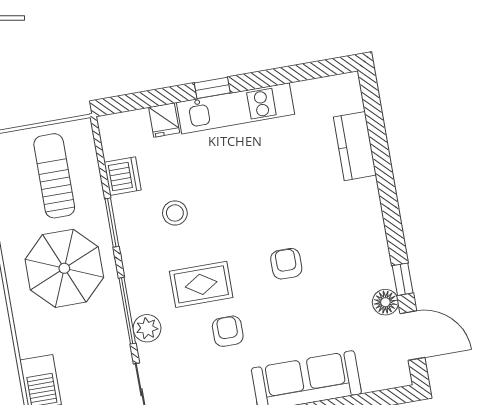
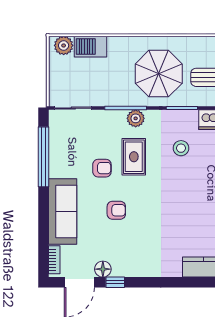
armchair: (286, 264) -> (116, 210), moved
plant: (147, 328) -> (136, 118), moved
bookcase: (384, 381) -> (54, 260), added

